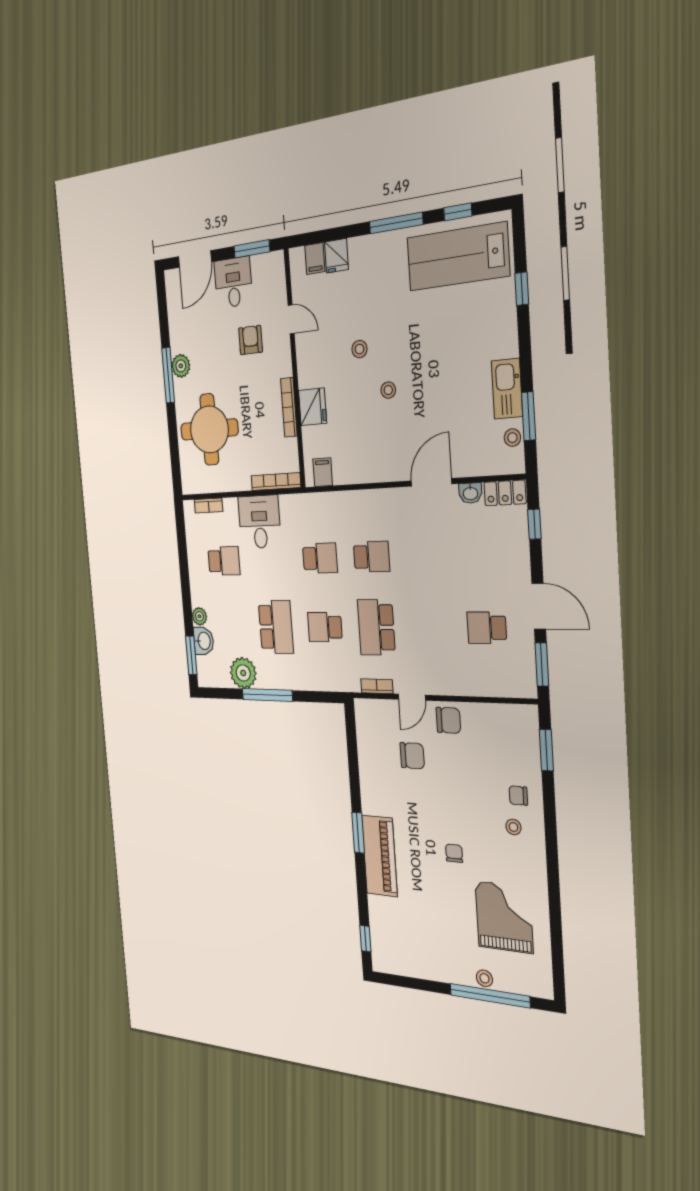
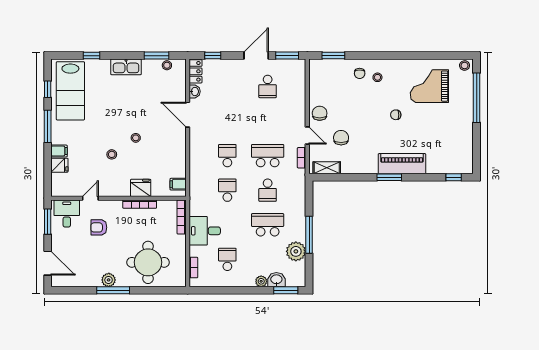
filing cabinet: (315, 259) -> (59, 151), moved
desk: (233, 282) -> (67, 213), moved, turned 90
kitchen sink: (507, 389) -> (126, 67), moved
school desk: (376, 627) -> (268, 156), turned 180
shelving: (365, 729) -> (327, 168), added
stool: (484, 978) -> (465, 65), moved

